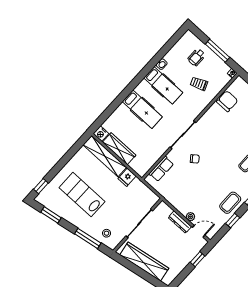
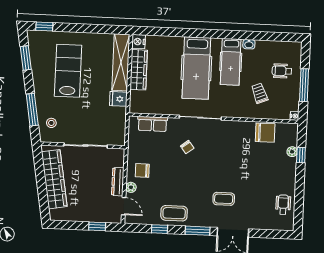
hospital bed: (142, 109) -> (196, 68), width x1.37, depth x1.29
chair: (186, 200) -> (142, 170), added

